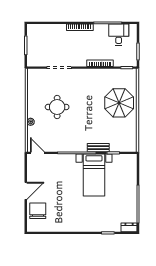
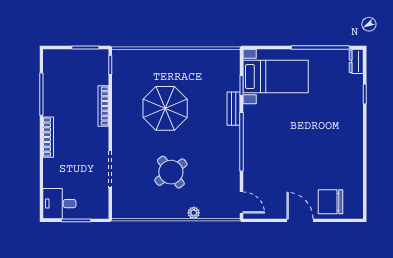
desk: (119, 35) -> (59, 204), moved
parasol: (119, 103) -> (165, 108), moved
round table: (57, 107) -> (171, 172), turned -37
door: (37, 153) -> (242, 202), swing flipped
bed with nightstands: (94, 175) -> (276, 76), moved

